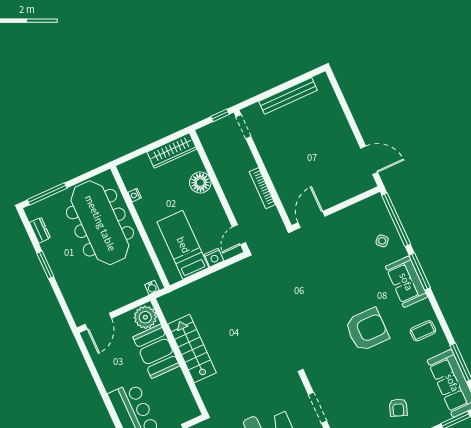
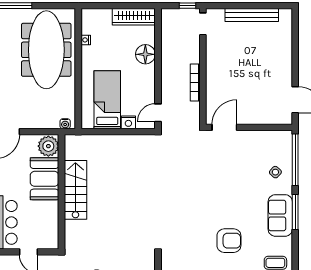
armchair: (367, 330) -> (229, 241), width x0.73, depth x0.73

